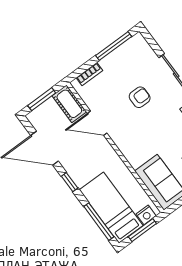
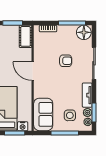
floor lamp: (136, 47) -> (84, 32), added
door: (97, 123) -> (33, 71), moved

